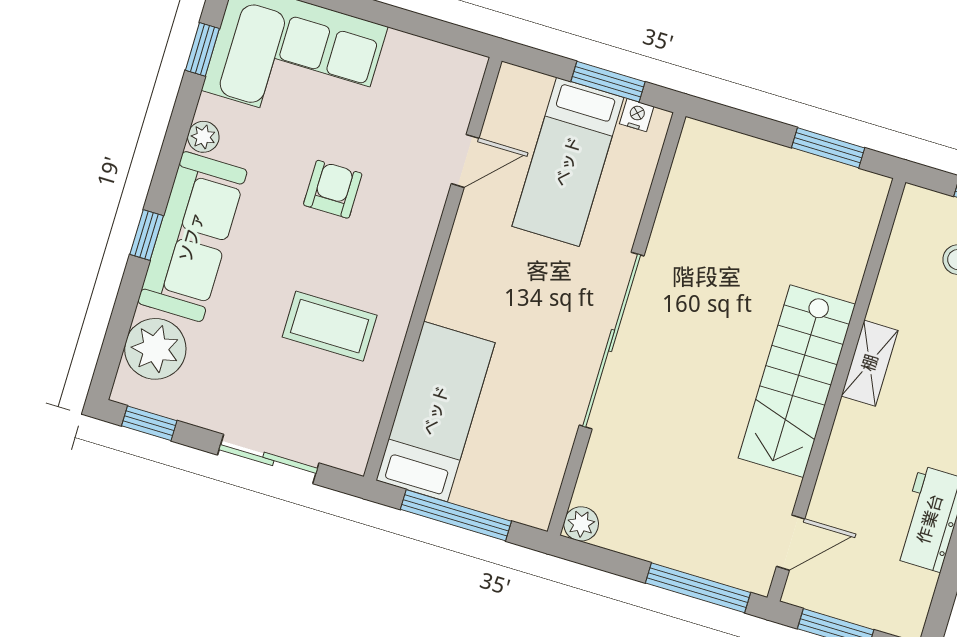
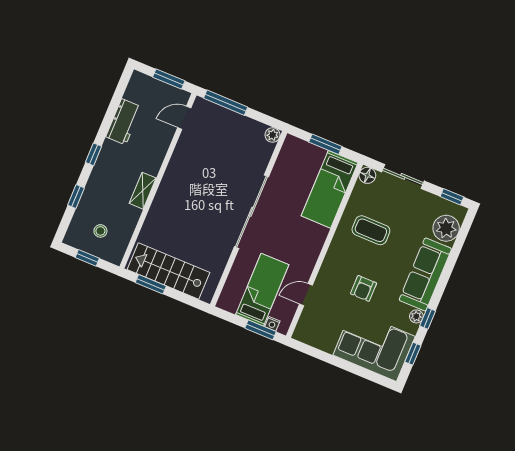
window: (608, 82) -> (261, 330), moved
nightstand: (637, 115) -> (272, 324), moved
window: (147, 235) -> (428, 318), moved
stairs: (797, 381) -> (168, 271), moved, turned -90
floor lamp: (351, 453) -> (367, 175), added
window: (456, 515) -> (325, 144), width x0.69

